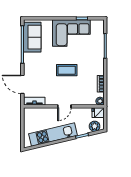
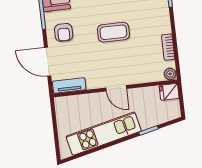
armchair: (35, 67) -> (64, 32), added
door: (64, 106) -> (116, 88), hinge flipped
plant: (95, 126) -> (166, 114), removed

